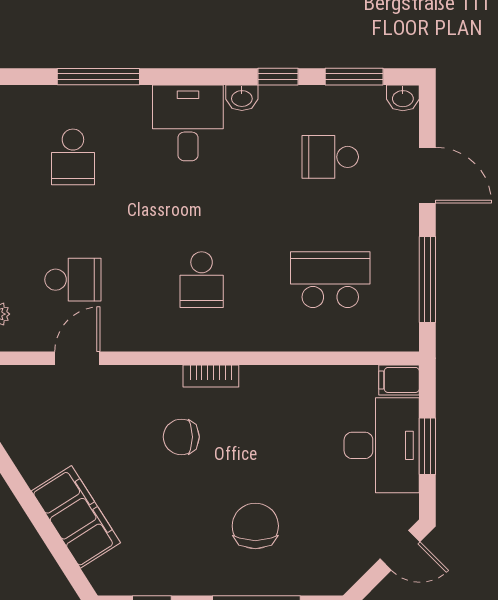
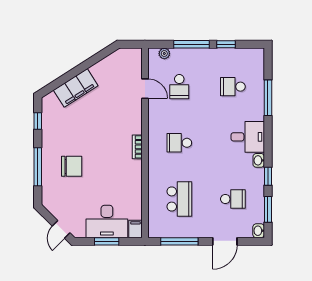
school desk: (330, 157) -> (233, 199), turned 90
chair: (181, 437) -> (111, 134), removed

